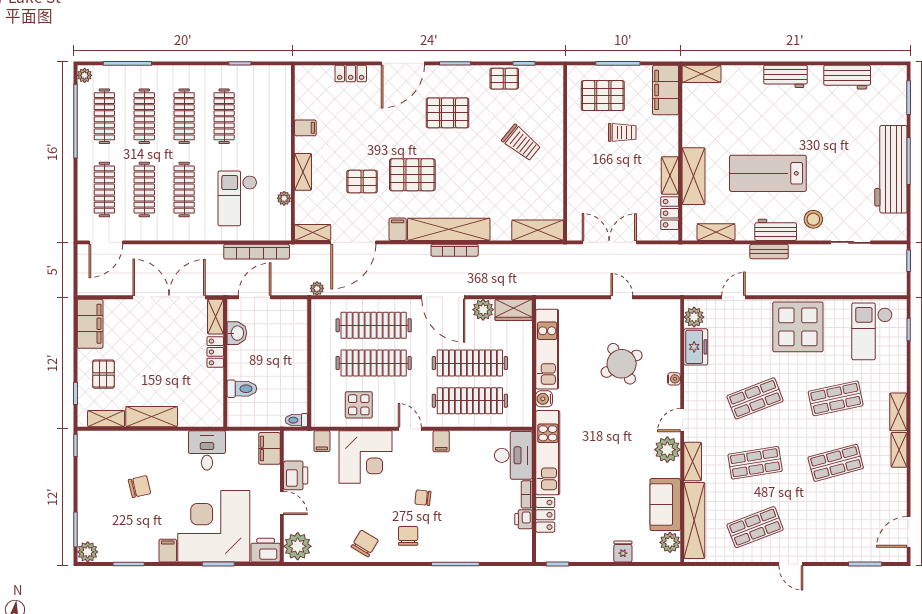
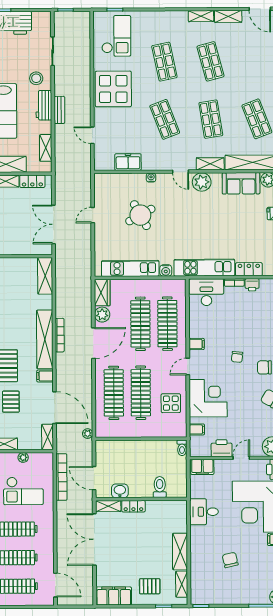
plant: (694, 317) -> (107, 163), removed
checkout: (872, 331) -> (116, 36), turned -90
shelving: (898, 412) -> (228, 16), moved

